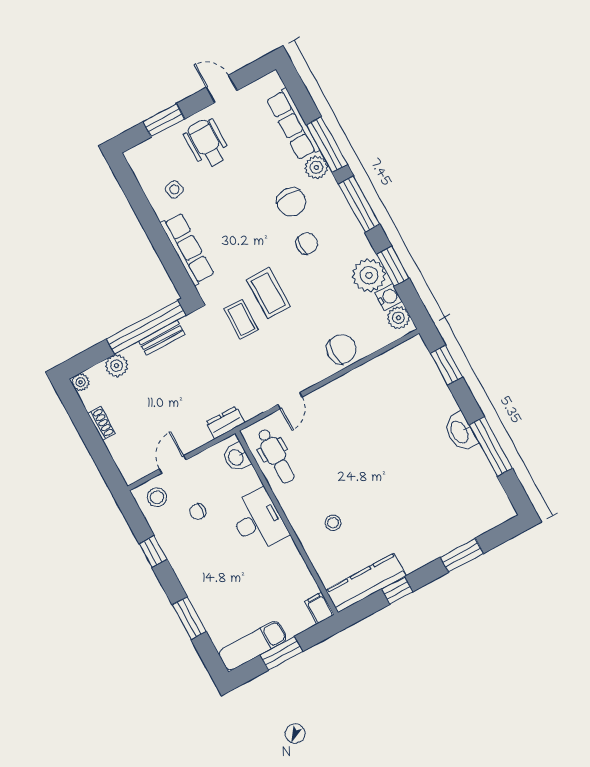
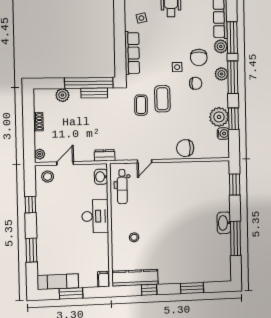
side table: (266, 234) -> (177, 67), added
plant: (398, 318) -> (222, 74), moved
chair: (341, 349) -> (185, 148), turned 180
plant: (80, 382) -> (40, 154), moved
chair: (198, 512) -> (66, 195), removed

